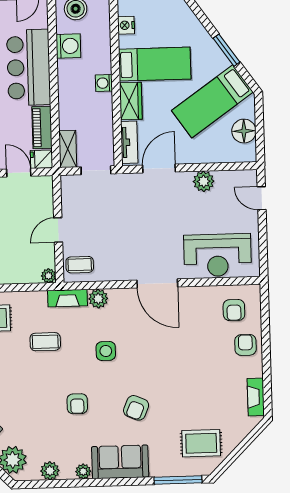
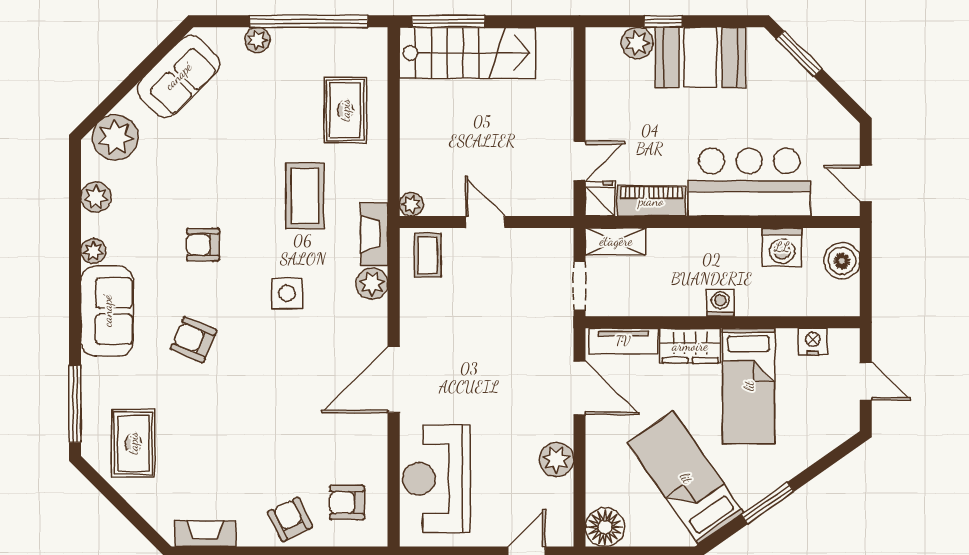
floor lamp: (244, 131) -> (605, 527), moved
coffee table: (45, 342) -> (305, 196), width x1.36, depth x1.30
armchair: (245, 345) -> (290, 519), turned -116

